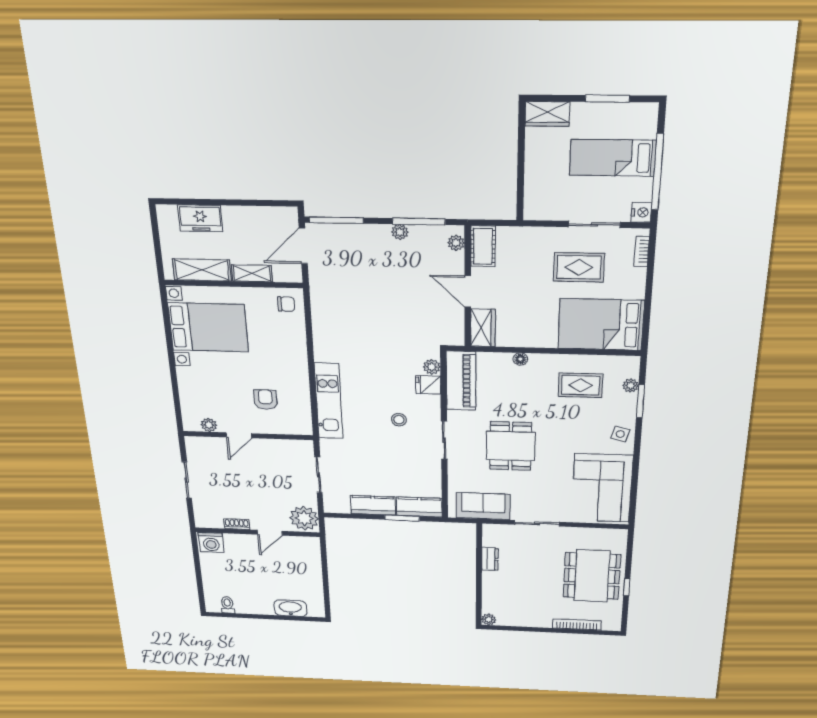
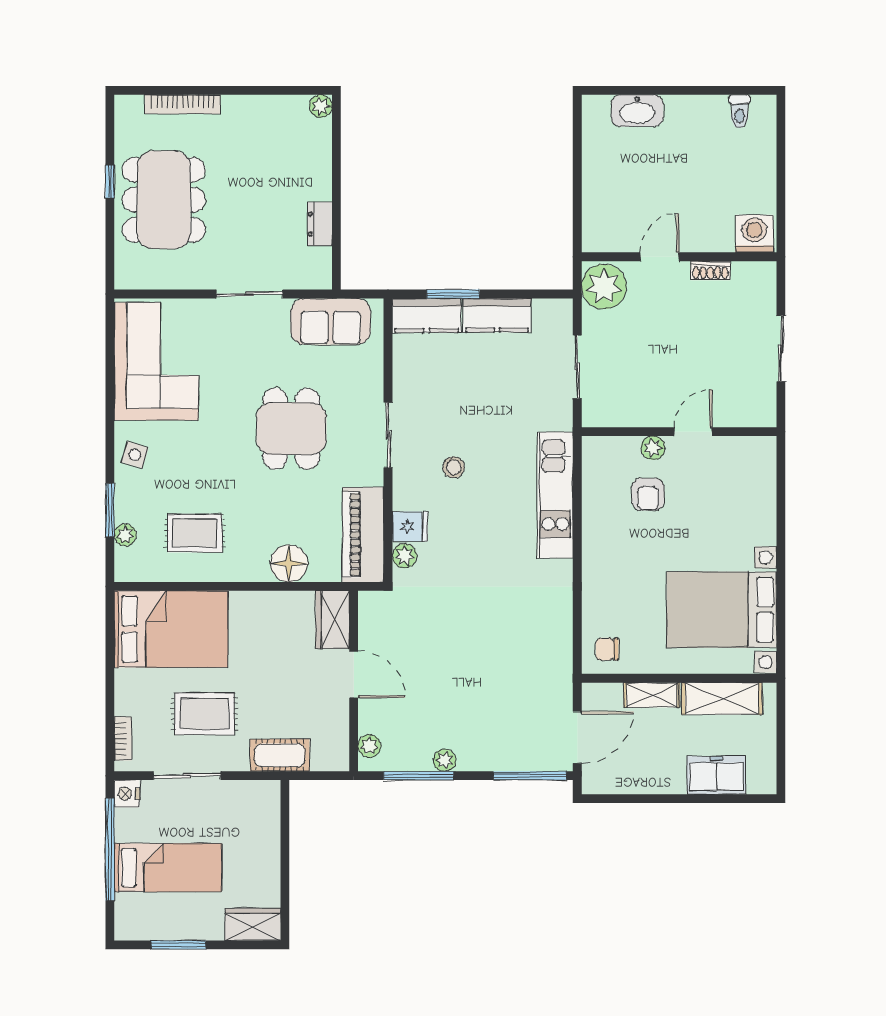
cot: (483, 246) -> (280, 755), moved, turned 90
floor lamp: (520, 359) -> (289, 563), width x1.89, depth x1.89
plant: (209, 425) -> (653, 448), moved

